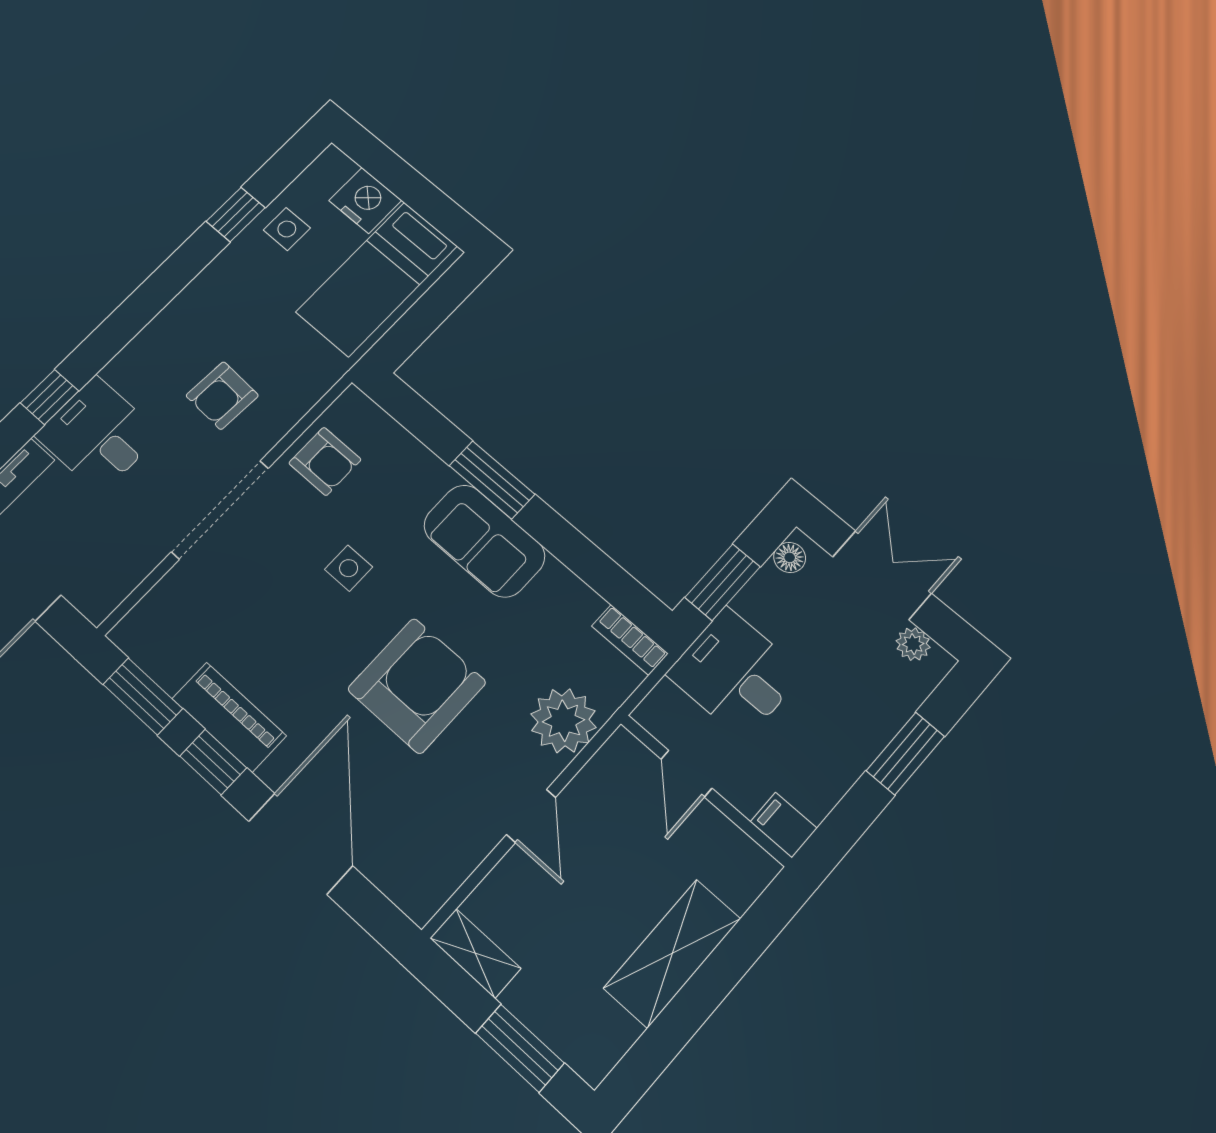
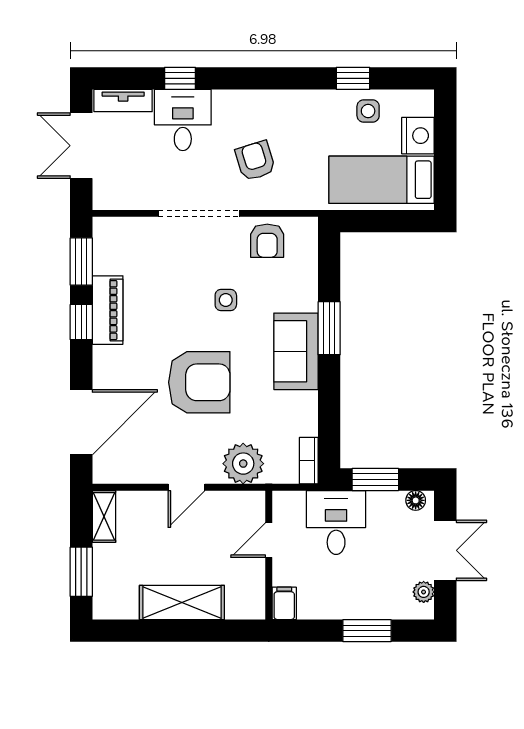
armchair: (222, 396) -> (255, 161), turned 70
door: (301, 844) -> (81, 422), moved

